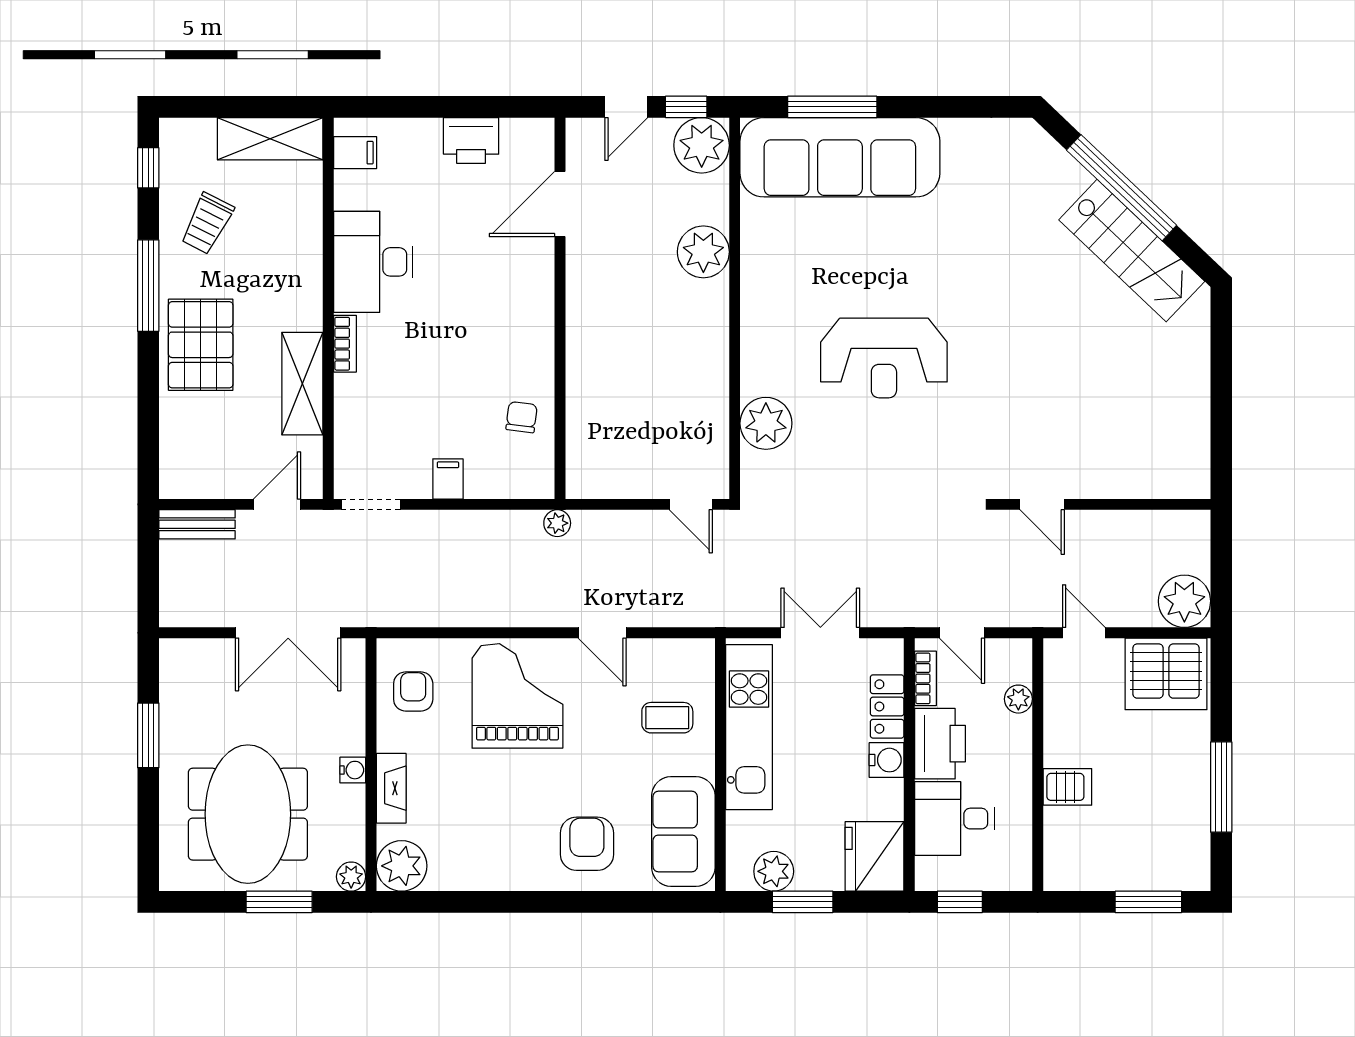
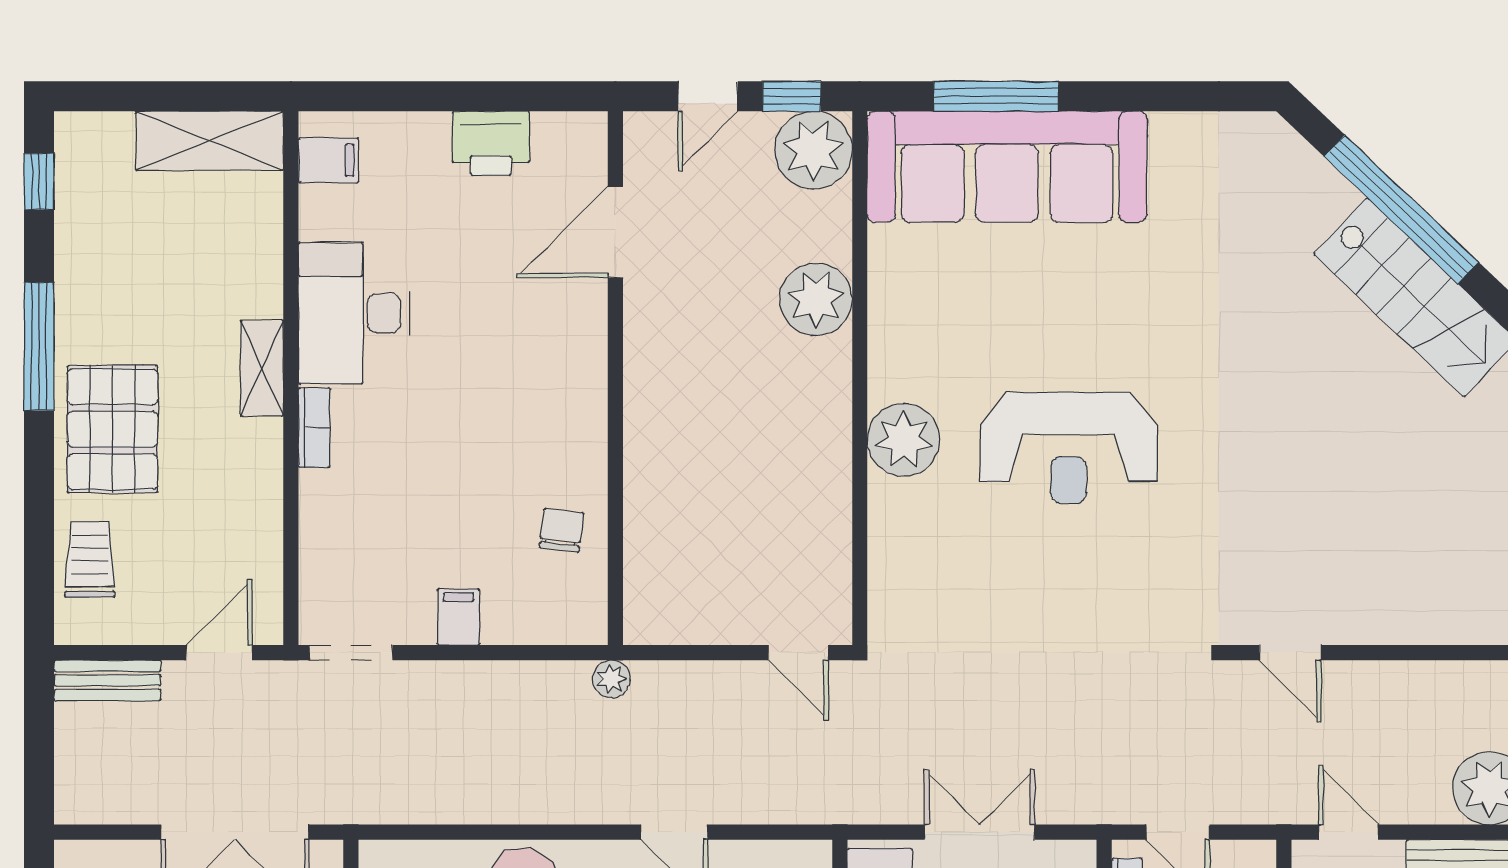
trolley: (207, 223) -> (90, 559), moved, turned 153
shelving: (302, 384) -> (262, 368), moved, width x0.67, depth x0.75
plant: (766, 423) -> (904, 440), moved

